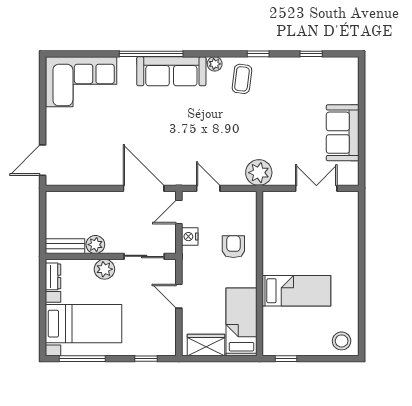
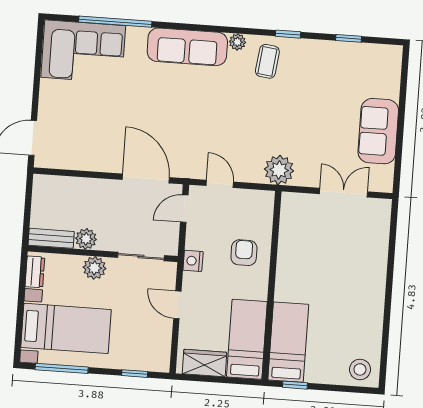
window: (151, 54) -> (115, 22), moved
nightstand: (190, 237) -> (193, 261), moved
bed: (296, 291) -> (288, 342), moved, turned -90

